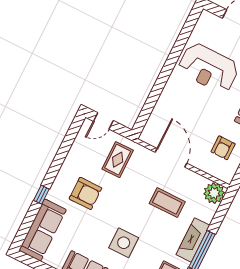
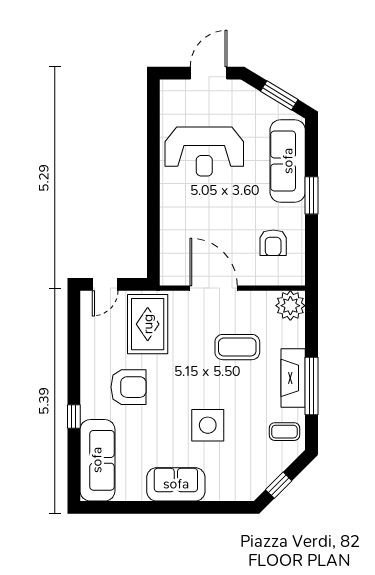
rug: (118, 160) -> (148, 324), width x1.36, depth x1.43

